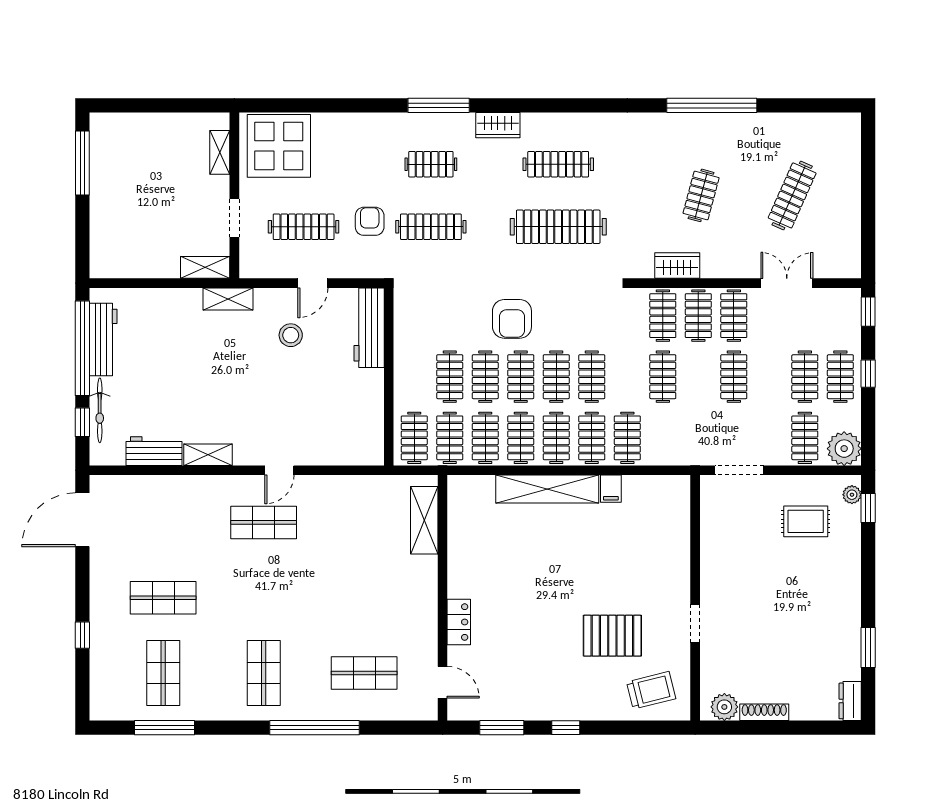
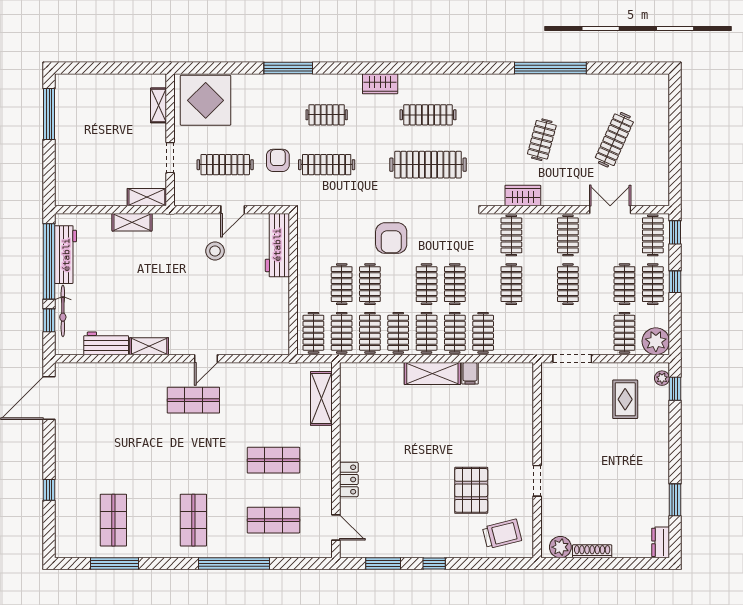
window: (439, 105) -> (288, 68), moved
shelving: (228, 299) -> (132, 222), moved
clothes rail: (698, 316) -> (653, 235), moved
clothes rail: (521, 377) -> (398, 284), removed
shelving: (547, 489) -> (432, 374), width x0.68
rug: (806, 521) -> (625, 399), turned 90
shop shelf: (163, 598) -> (273, 460), moved
pallet: (612, 636) -> (471, 490), turned 90

